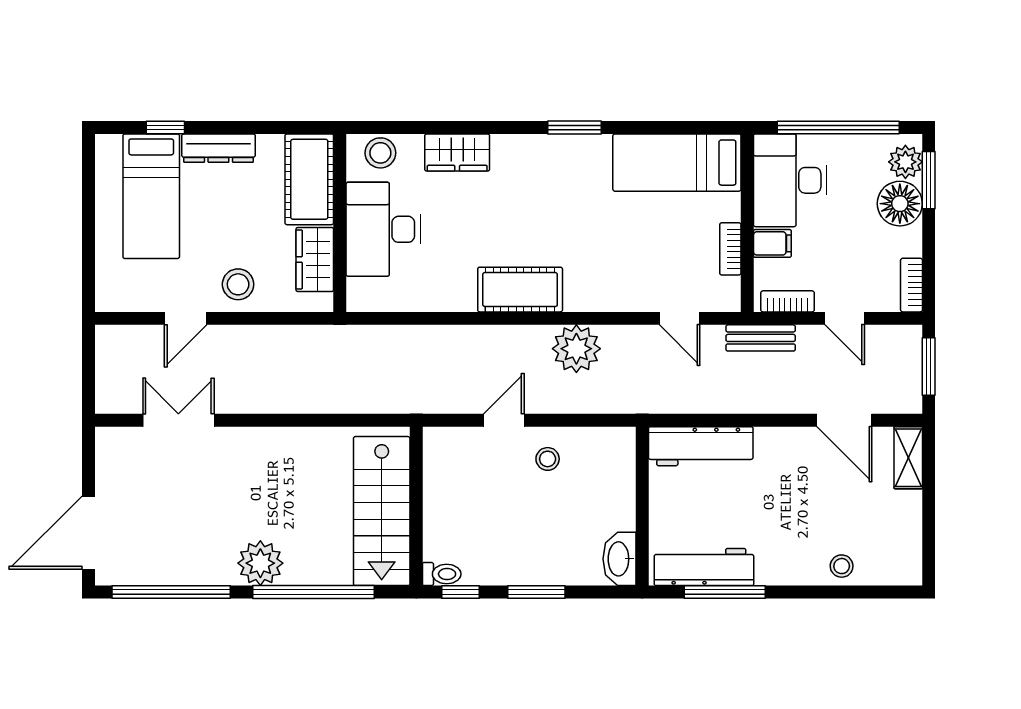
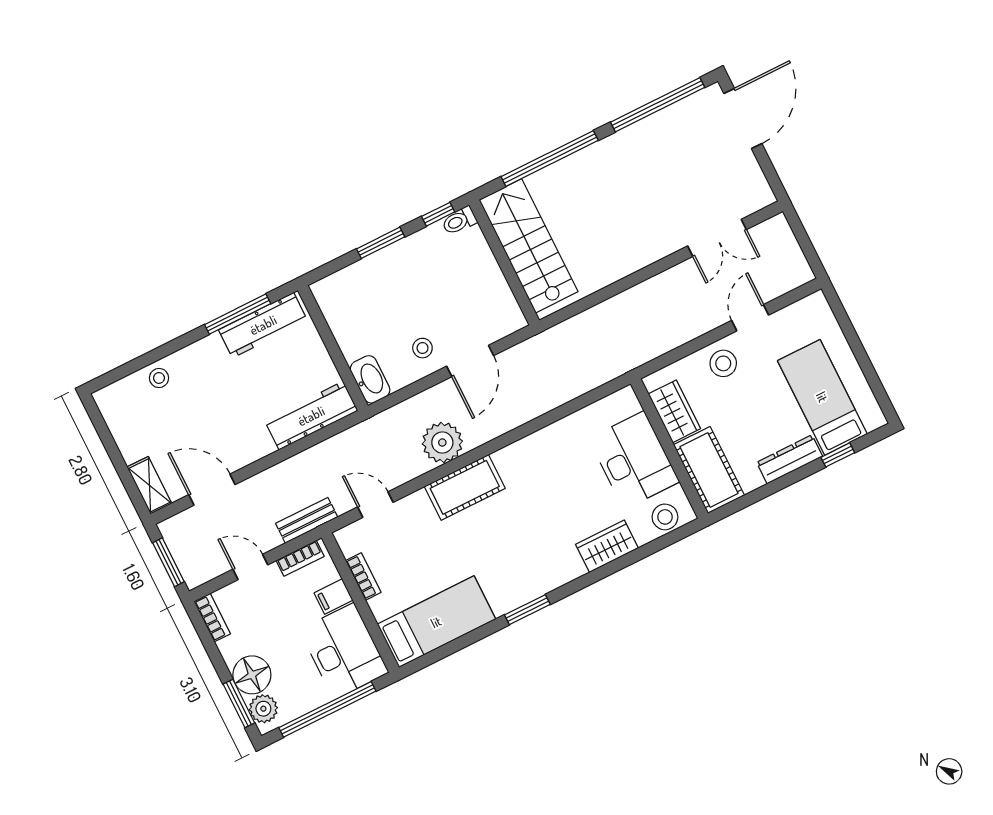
cot: (520, 290) -> (465, 487), moved
door: (504, 420) -> (470, 361), width x1.38
washbasin: (619, 559) -> (370, 379), moved
plant: (260, 563) -> (601, 160), removed

